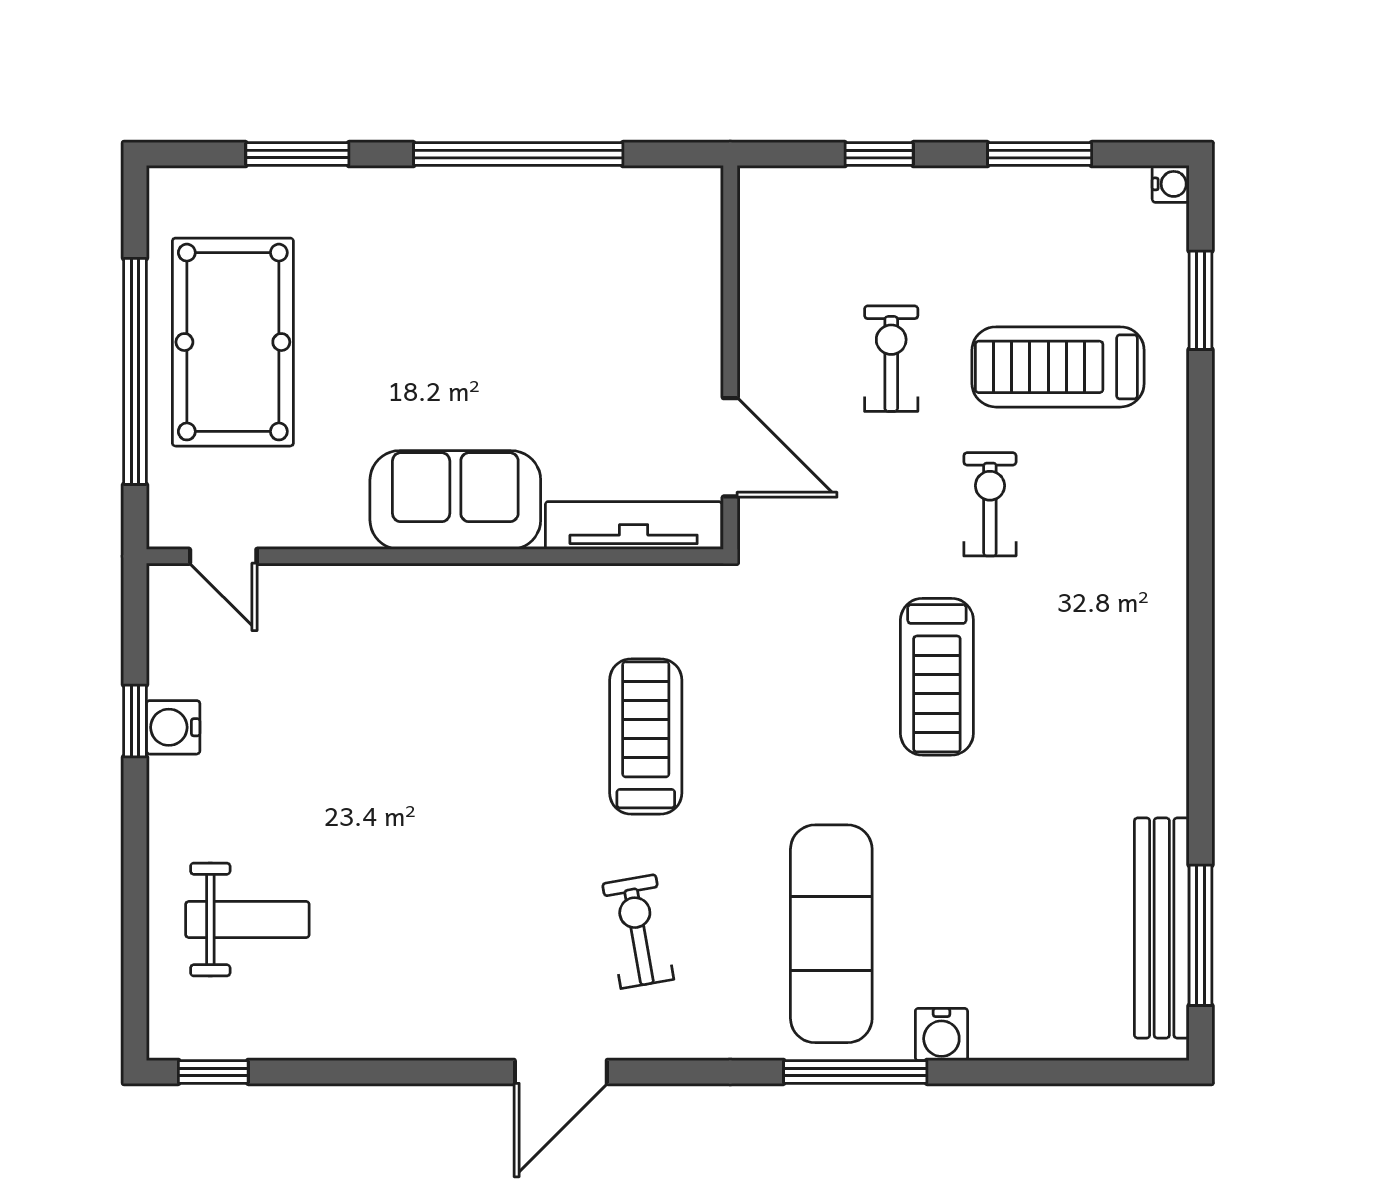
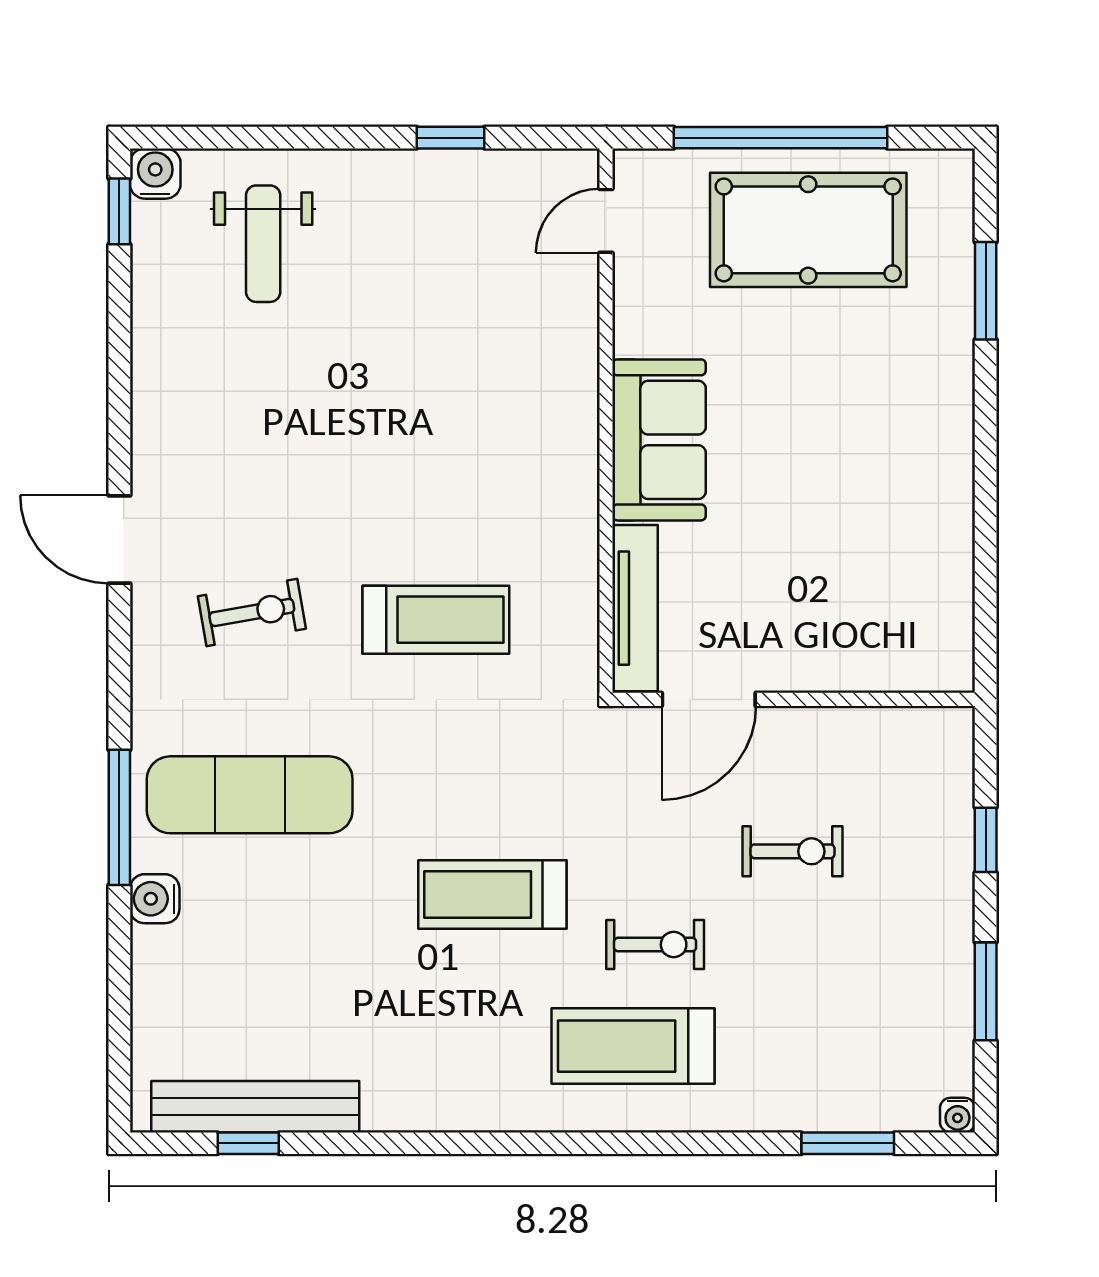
window: (518, 154) -> (986, 499), removed
treadmill: (1058, 367) -> (633, 1046), moved, turned -90
water cooler: (173, 727) -> (155, 174), moved
window: (1201, 935) -> (248, 1143), width x0.46

